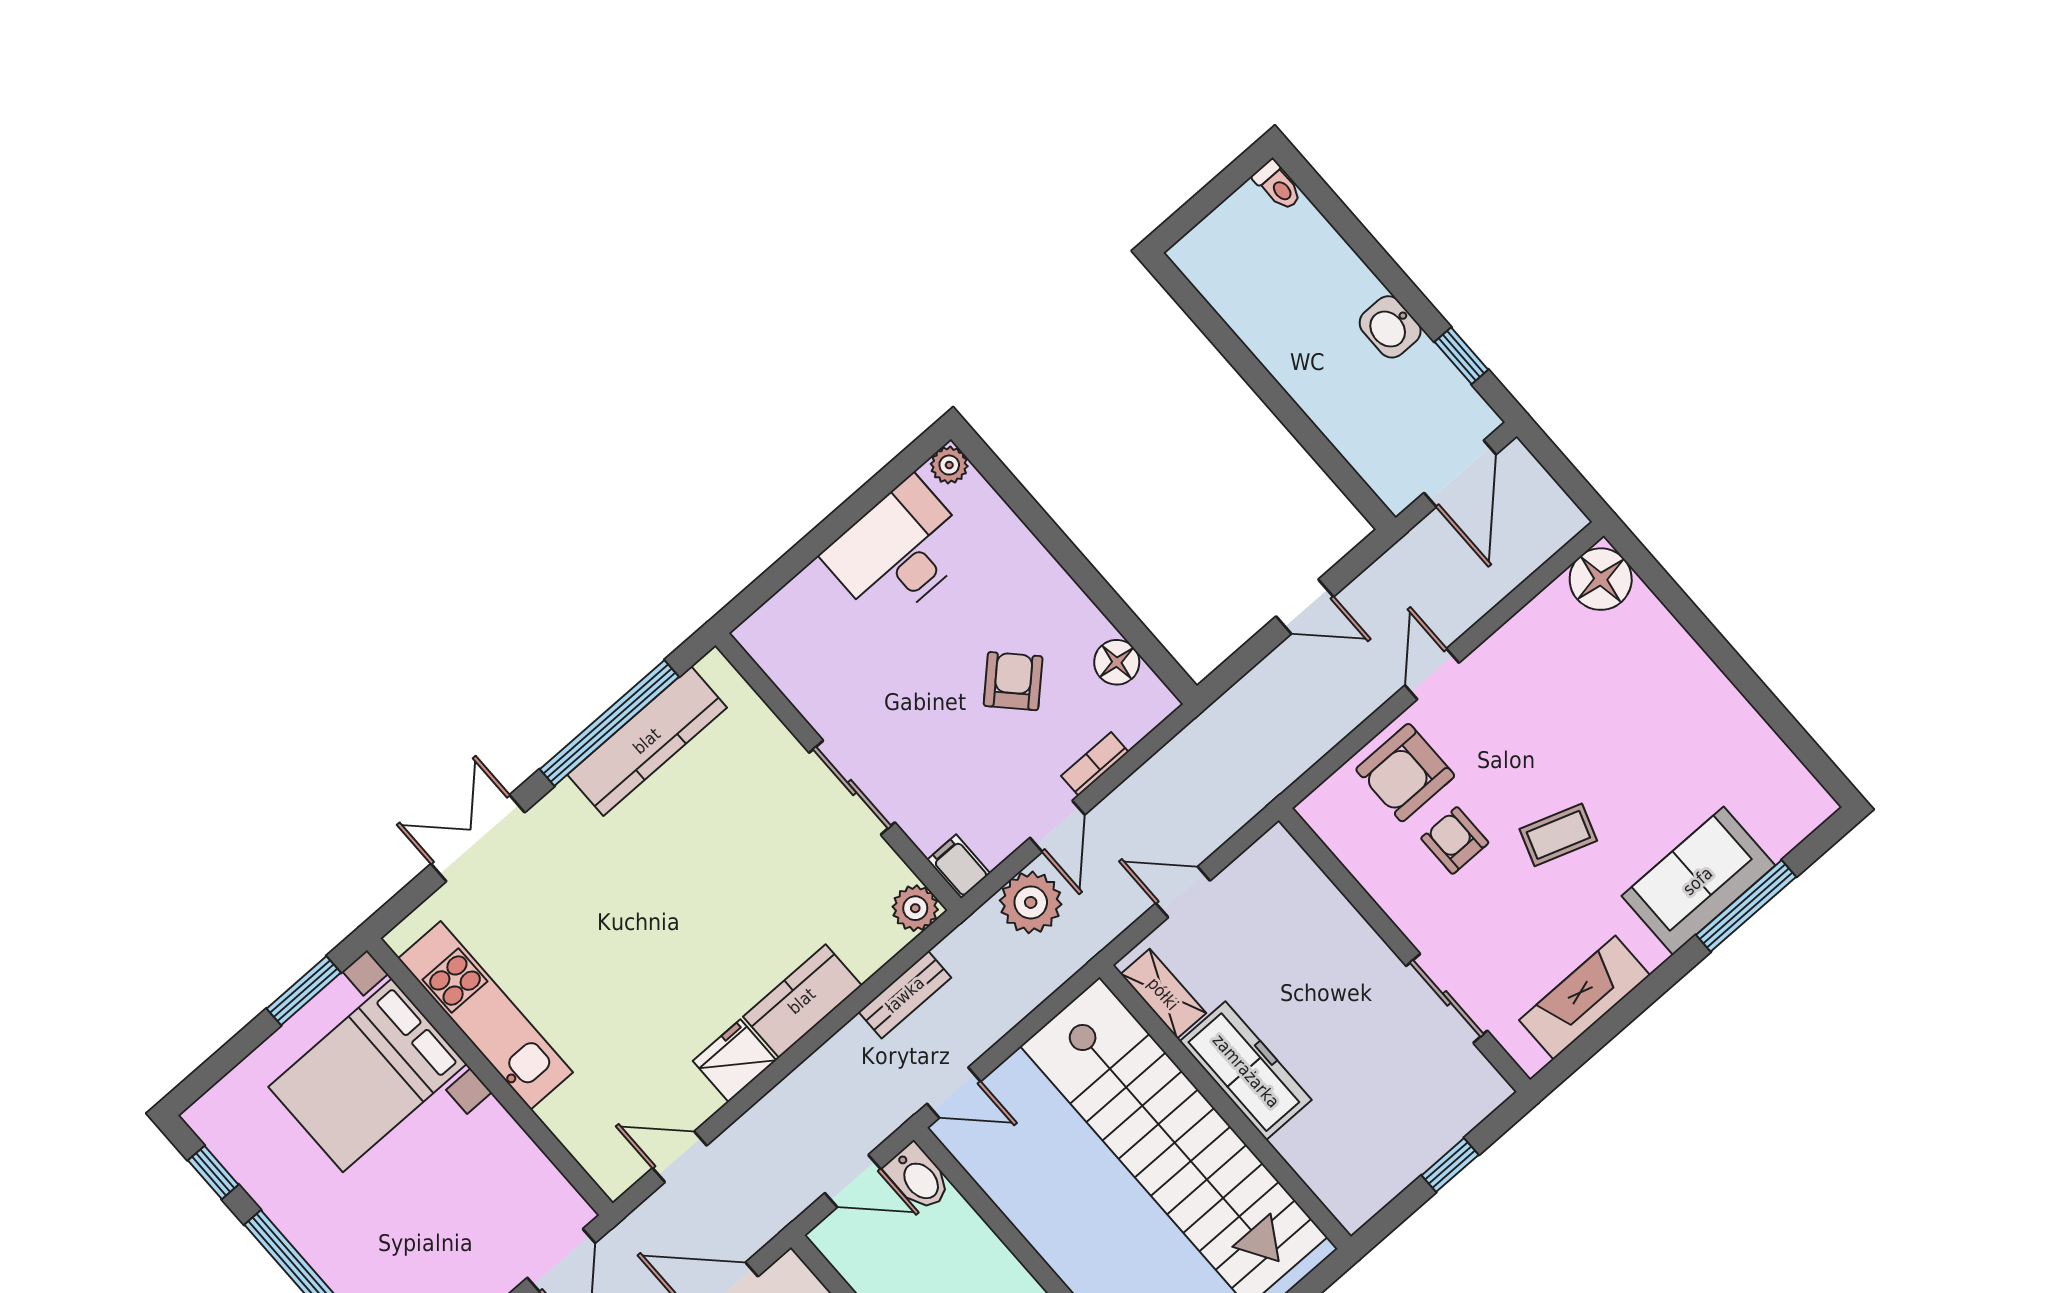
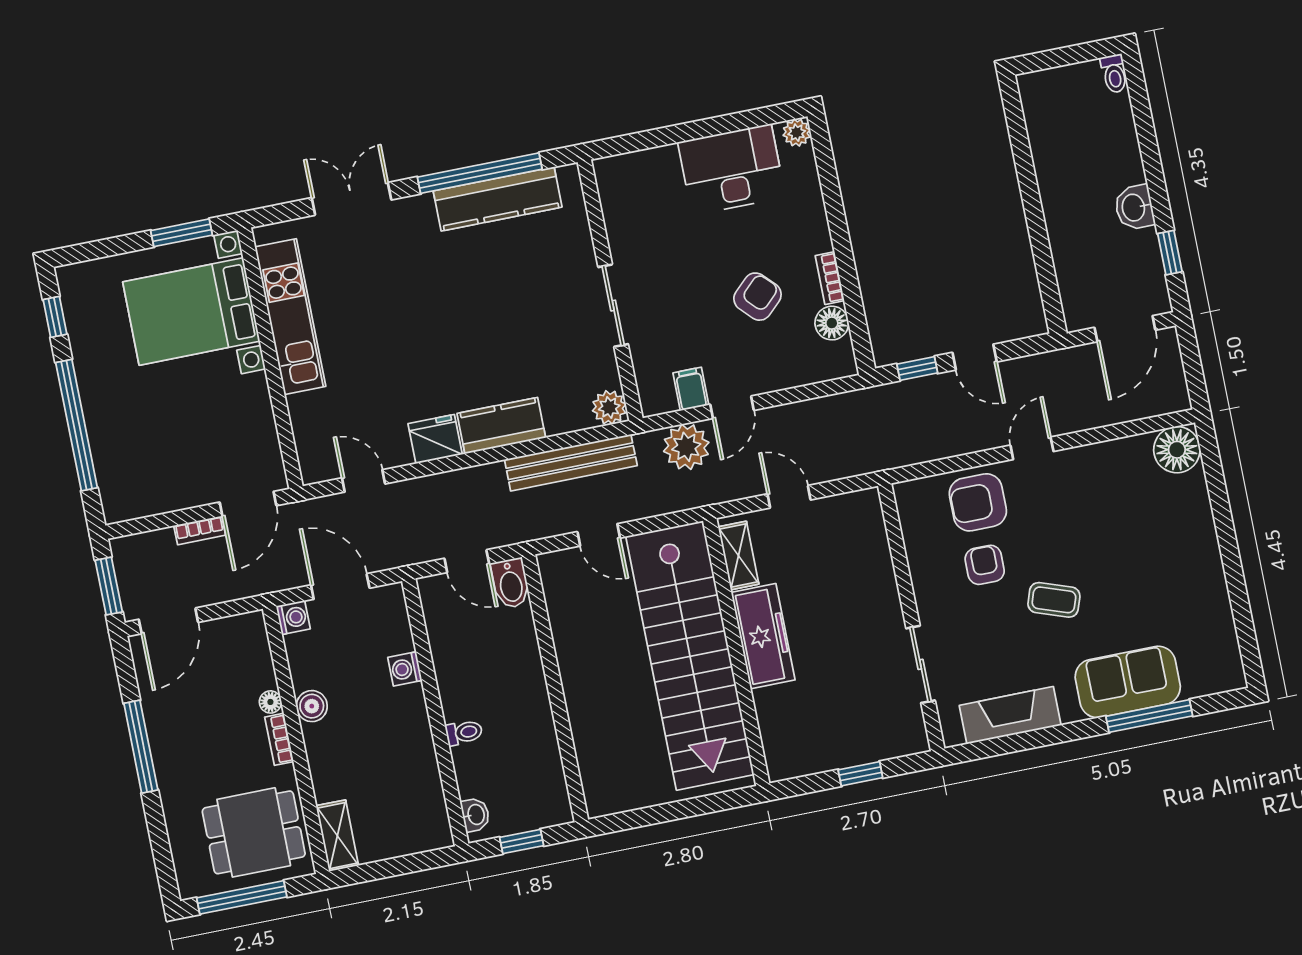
window: (1246, 658) -> (917, 369), added
bookcase: (1095, 764) -> (830, 278), moved, turned -90
filing cabinet: (959, 866) -> (691, 389), moved
bench: (905, 995) -> (571, 463), width x1.86, depth x1.21
door: (954, 1093) -> (599, 535), moved

